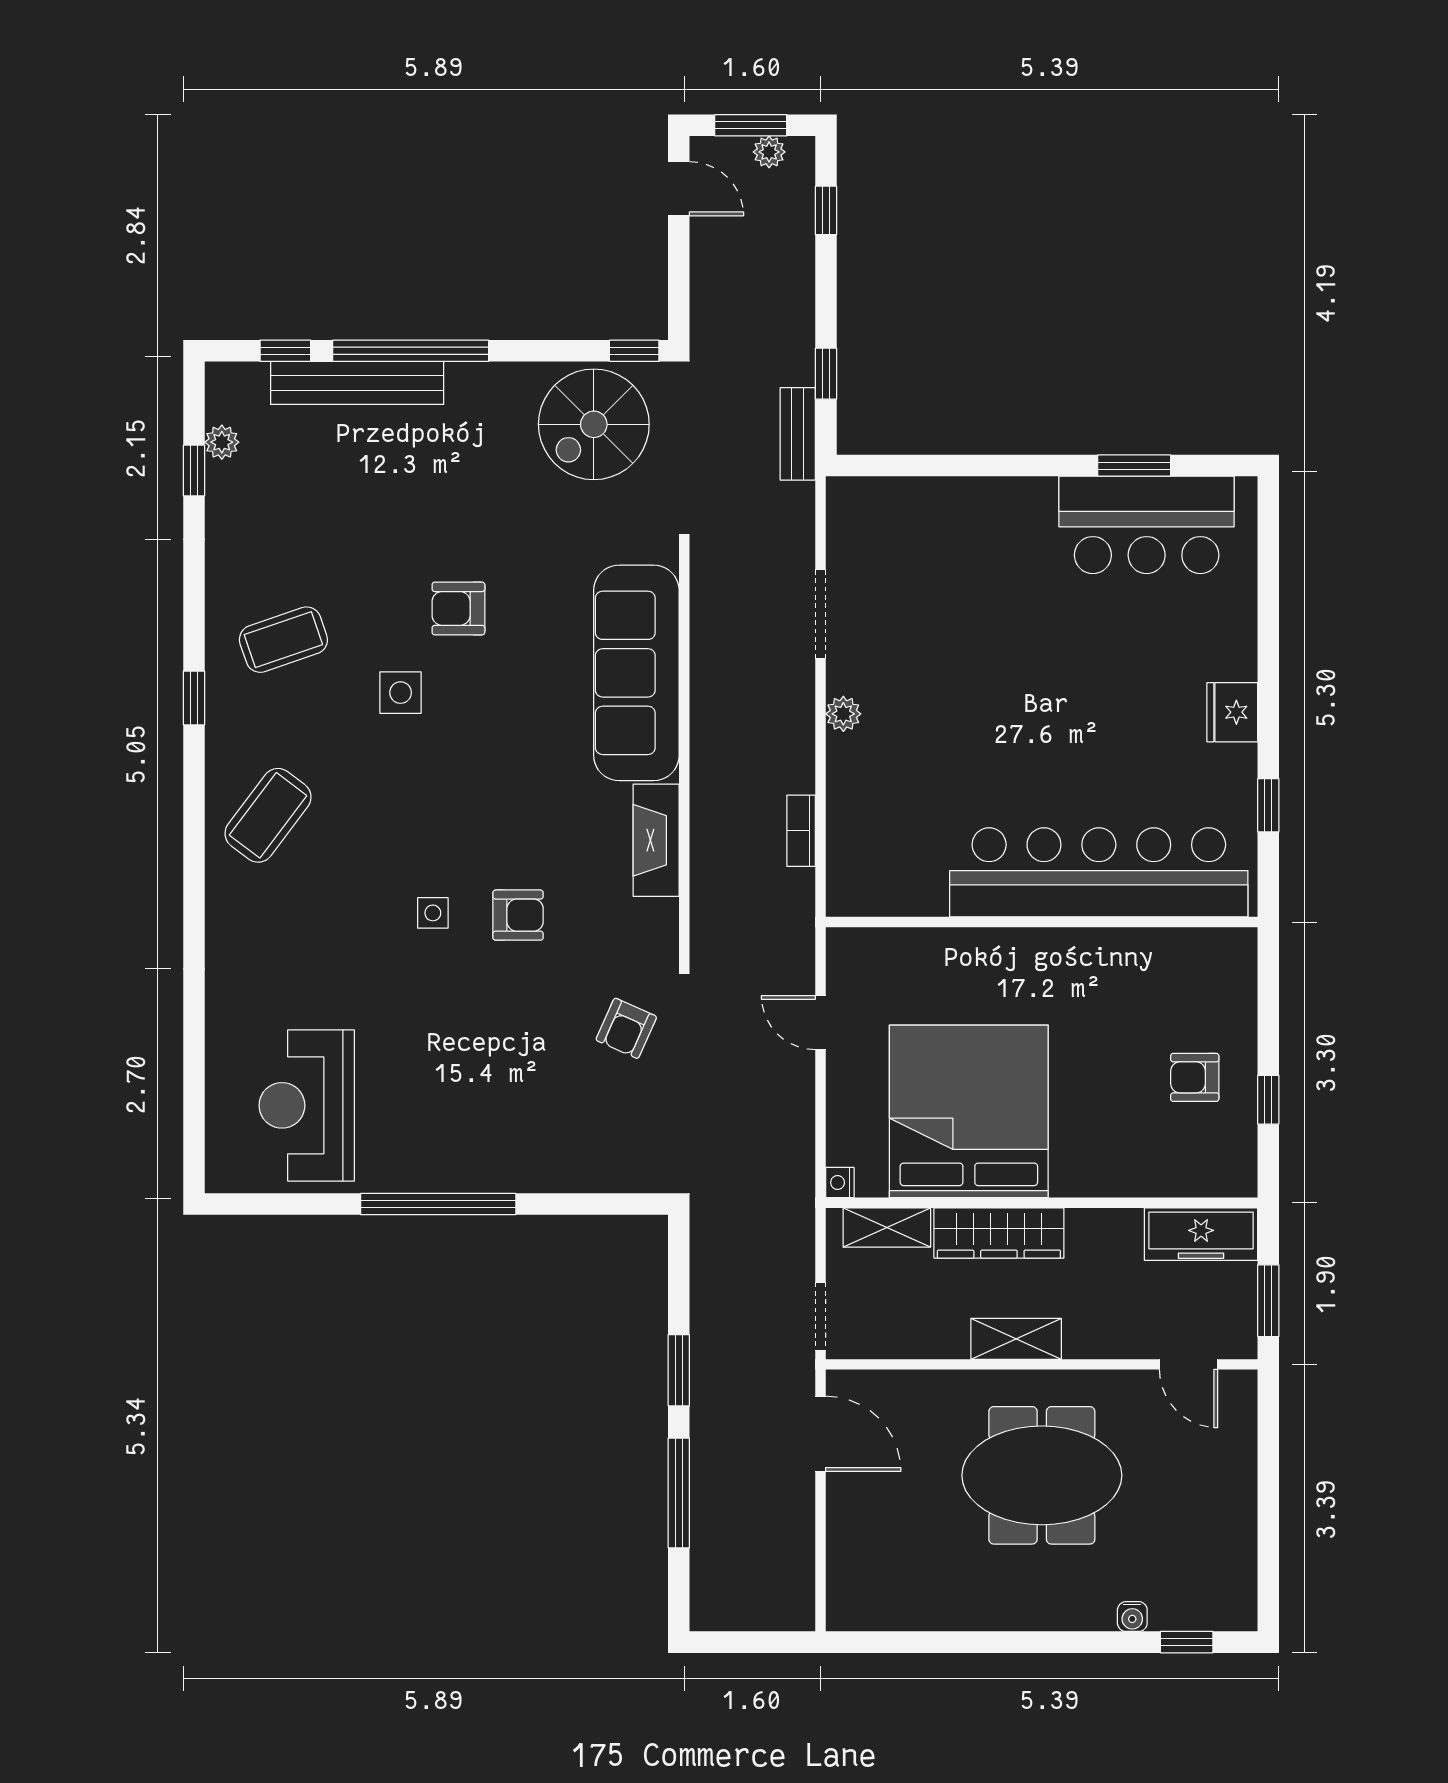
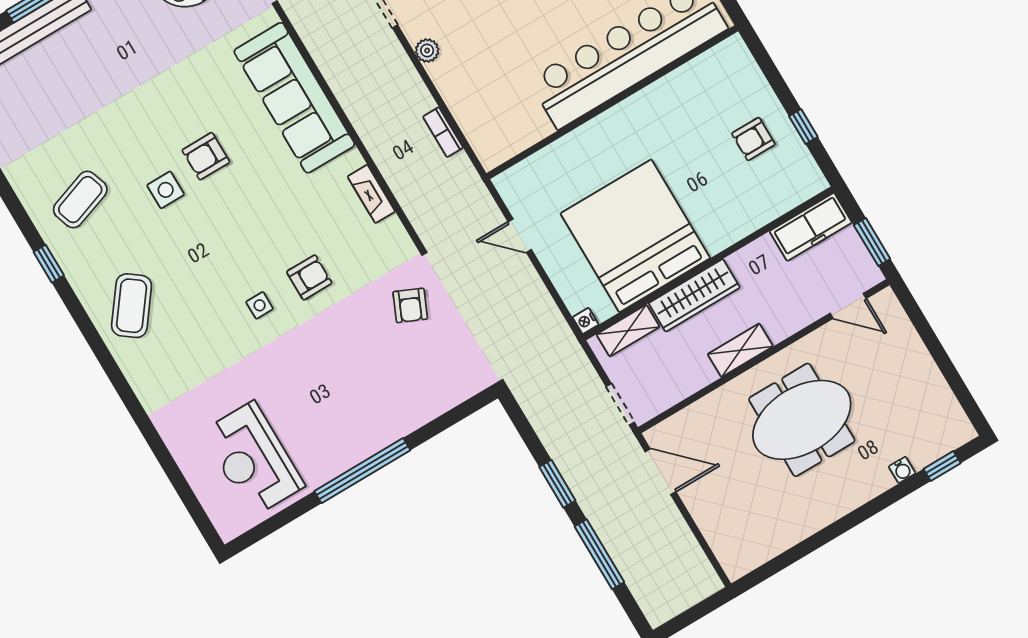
armchair: (458, 608) -> (206, 156), moved
fireplace: (656, 840) -> (371, 194), width x0.73, depth x0.76

